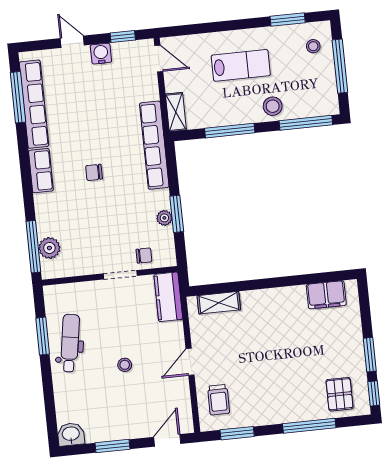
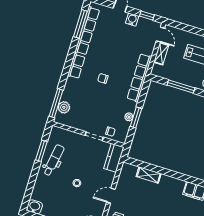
shelving: (176, 112) -> (161, 54), moved
shelving: (219, 303) -> (149, 175), moved

